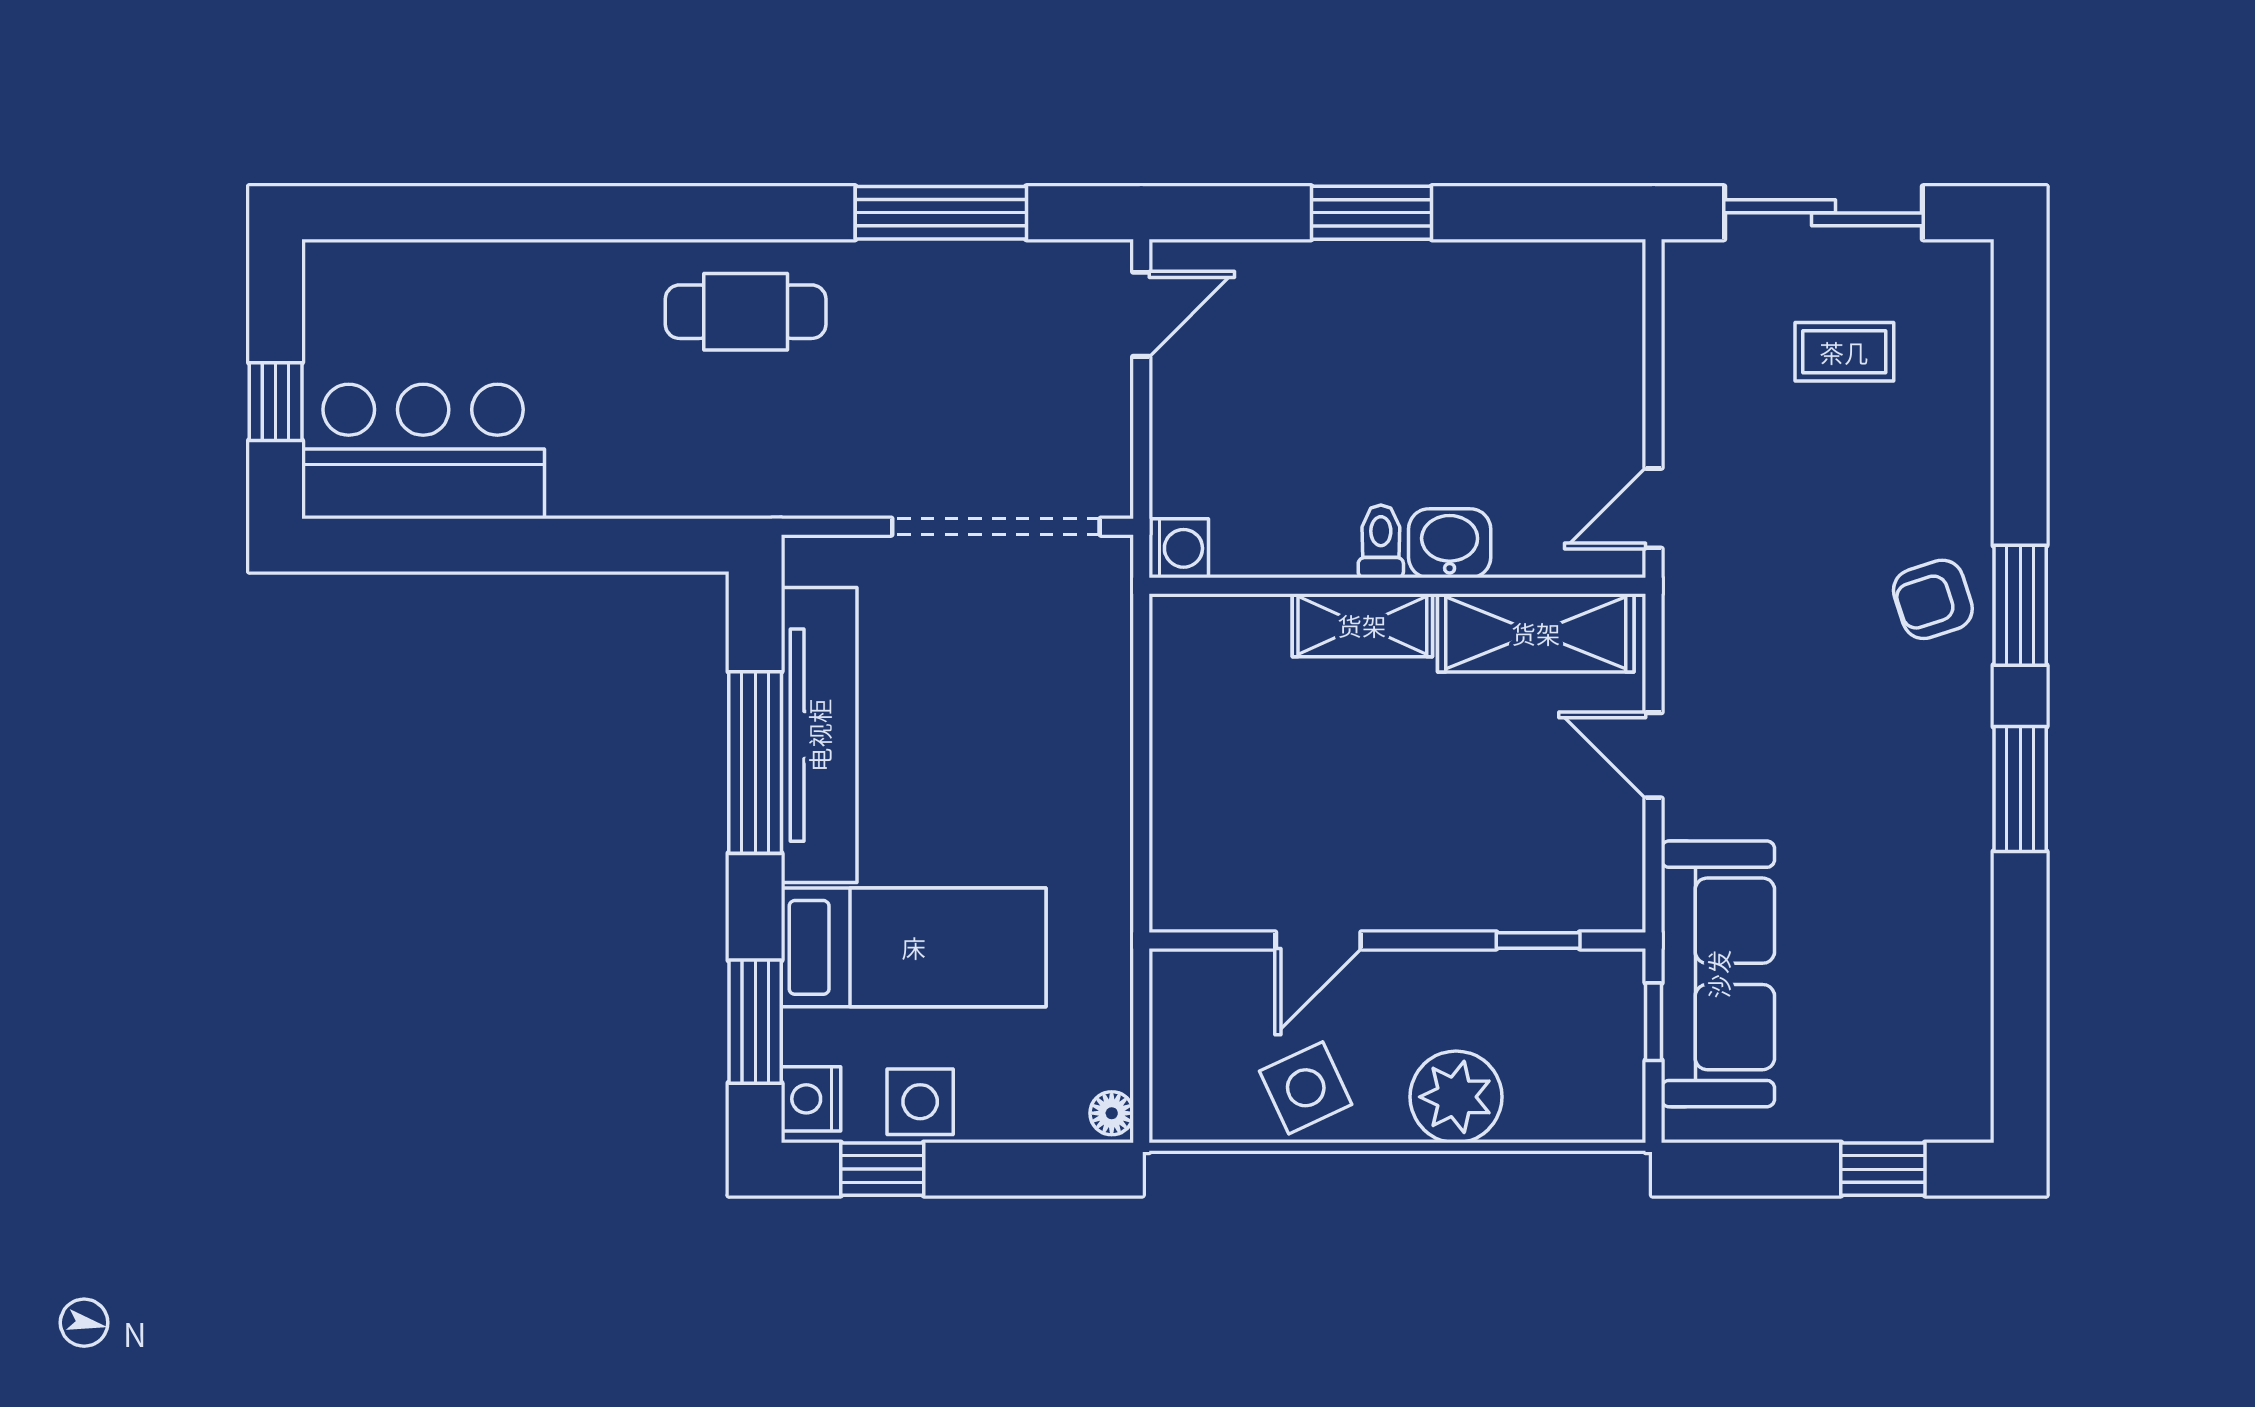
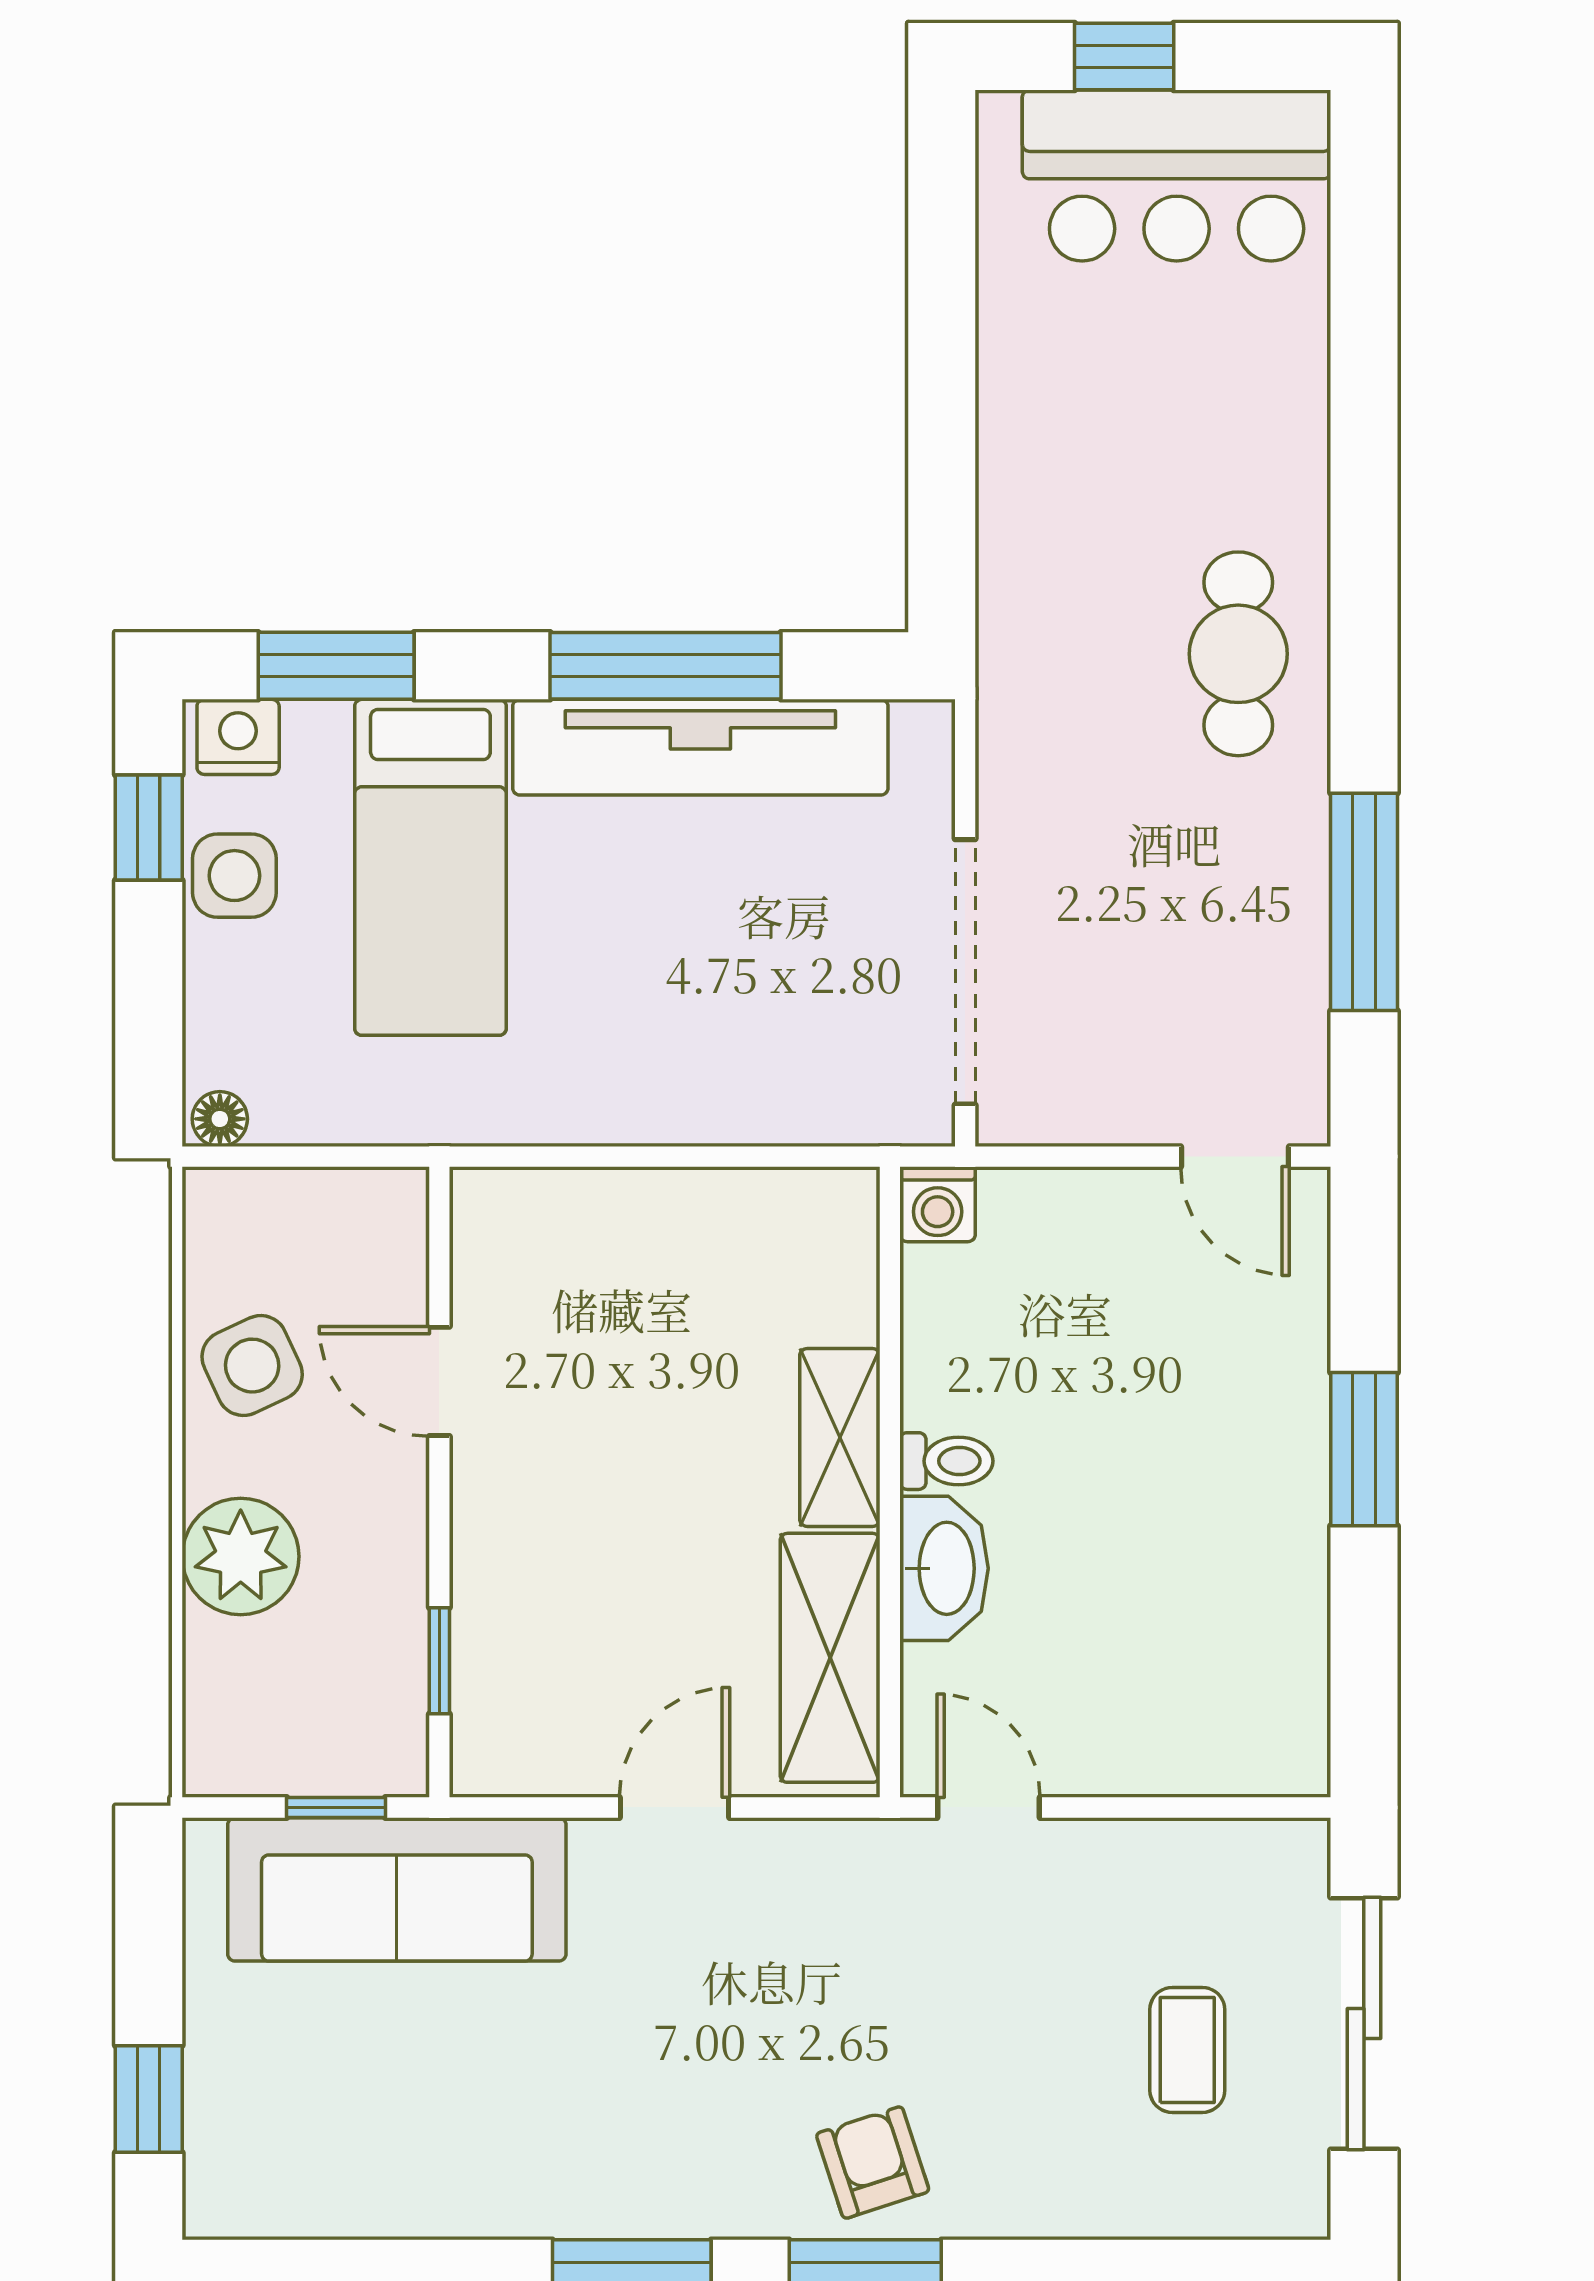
bar counter: (423, 451) -> (1177, 176), moved, turned 90
washbasin: (1450, 543) -> (944, 1568), width x1.38

